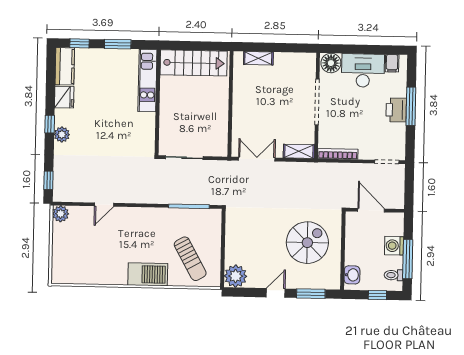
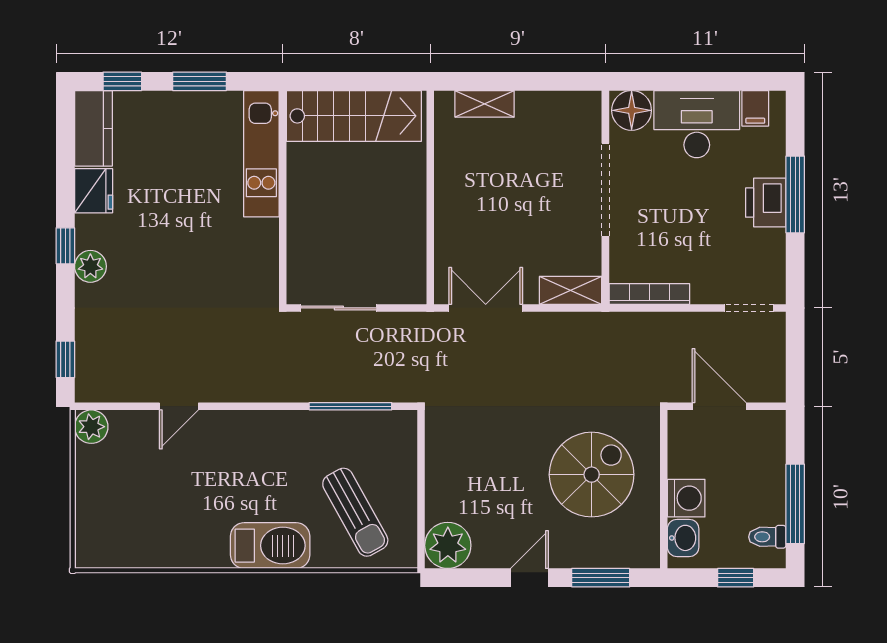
washing machine: (394, 246) -> (686, 498), moved, turned 180

